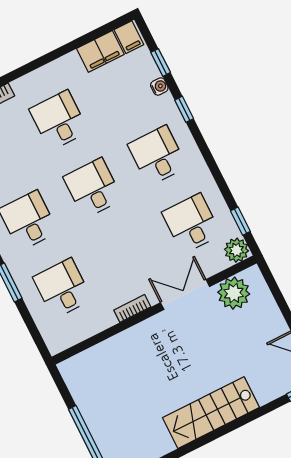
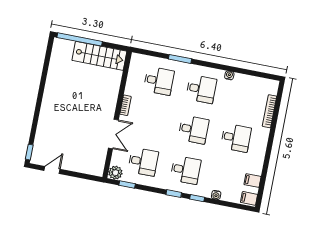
filing cabinet: (100, 51) -> (252, 181), width x0.50
window: (161, 62) -> (174, 194), moved
plant: (234, 293) -> (97, 156), removed
stairs: (211, 413) -> (99, 56), moved, turned 90

